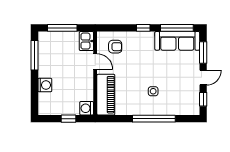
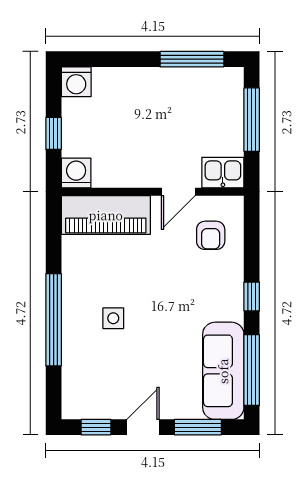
door: (203, 78) -> (143, 427), swing flipped
washing machine: (45, 85) -> (76, 82), moved

